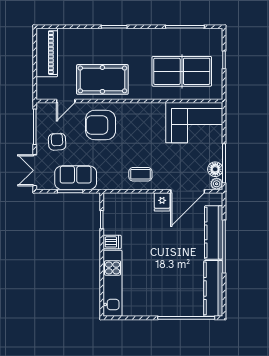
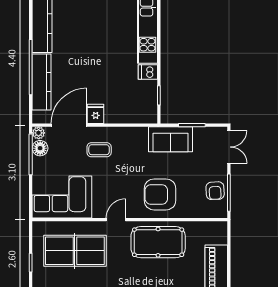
door: (66, 101) -> (116, 220), moved
armchair: (101, 125) -> (160, 194), turned 180
armchair: (57, 142) -> (215, 191), moved
coffee table: (140, 174) -> (99, 150), moved
sofa: (76, 178) -> (170, 139), moved

